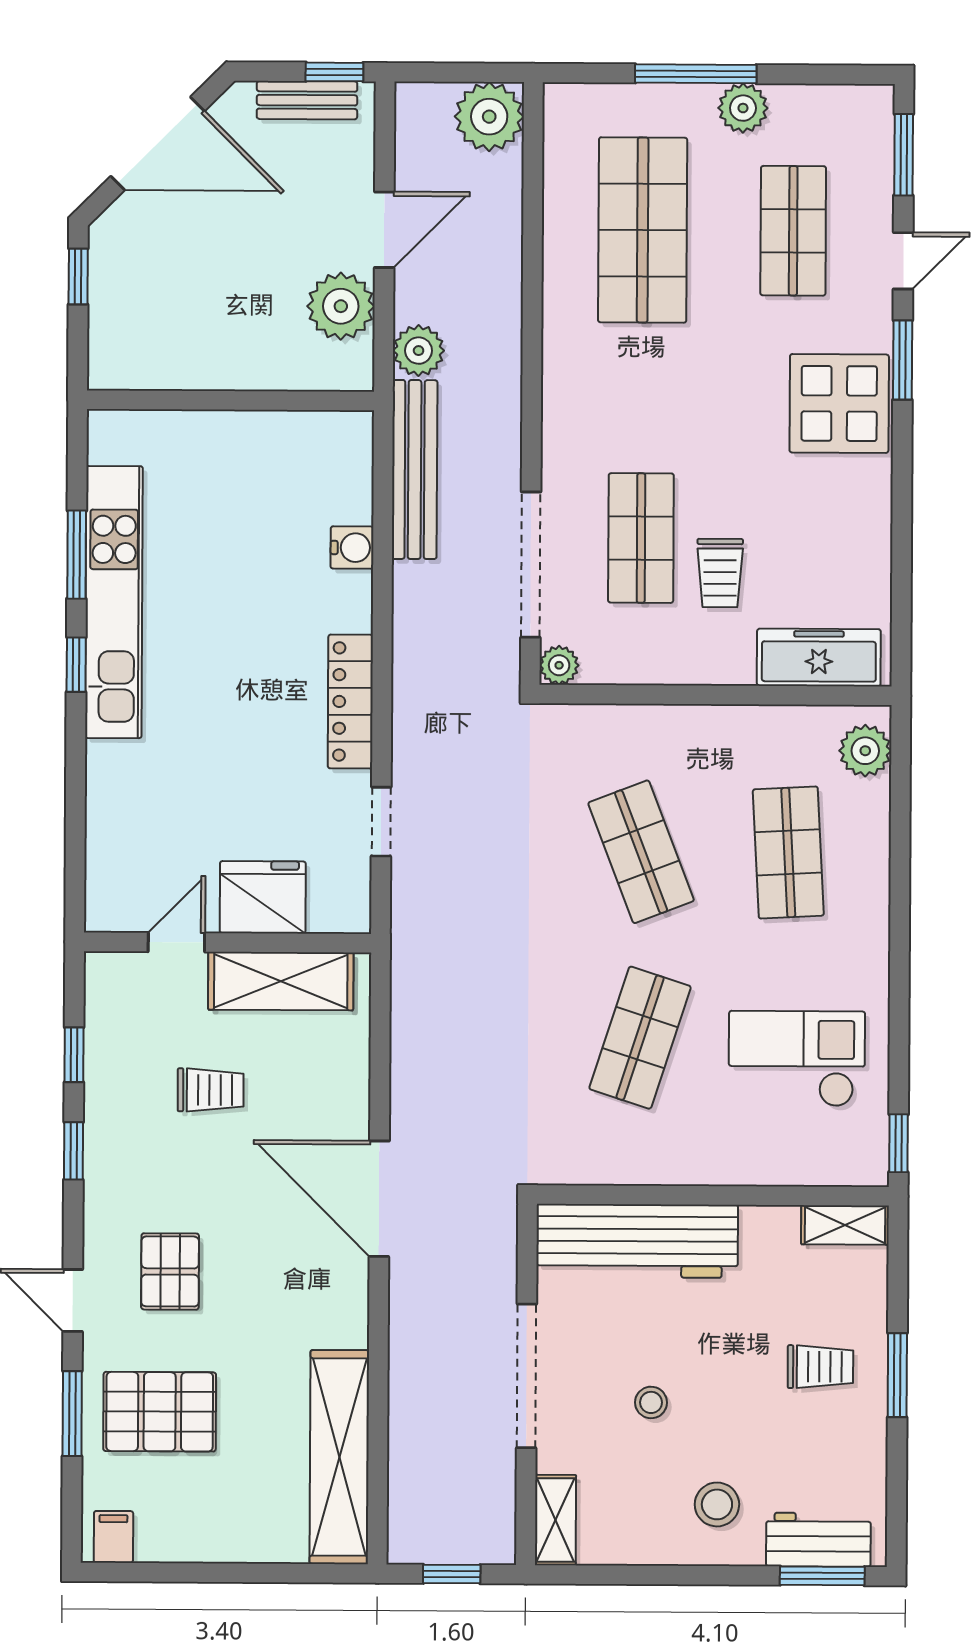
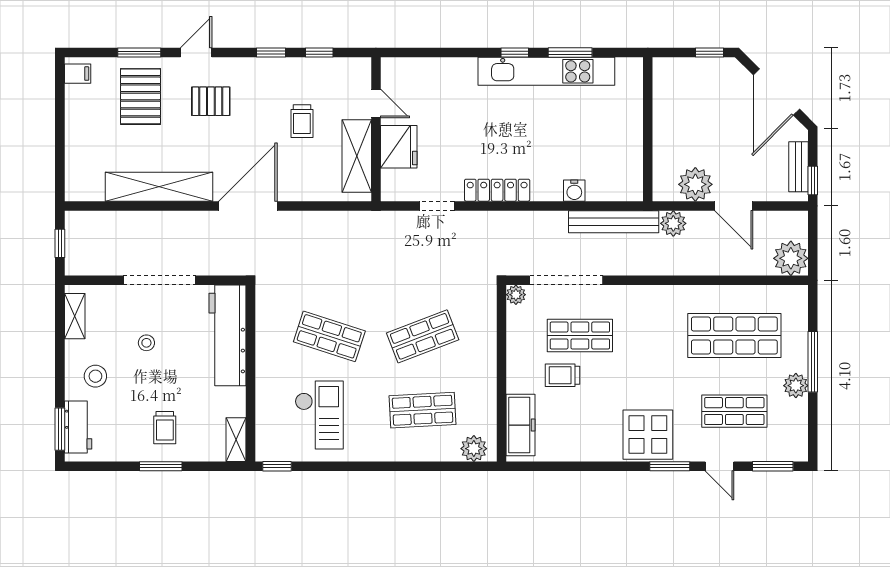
shelving: (339, 1457) -> (159, 187), moved
shelving: (555, 1520) -> (75, 316), moved, turned 90

